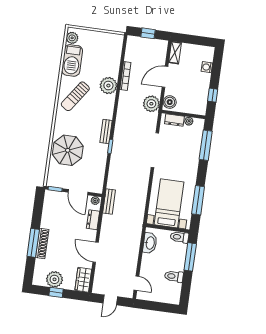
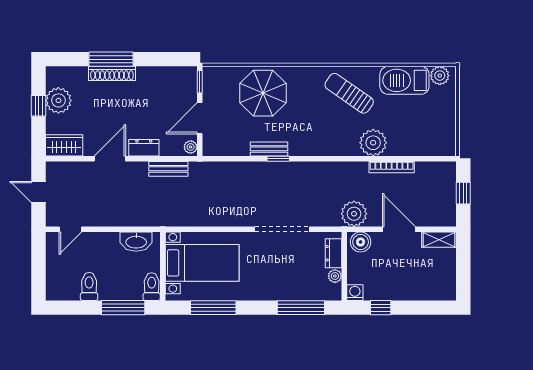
washing machine: (207, 67) -> (355, 293), moved
bench: (106, 131) -> (269, 149), moved
bench: (109, 201) -> (168, 169), moved
dresser: (93, 220) -> (144, 148), moved

